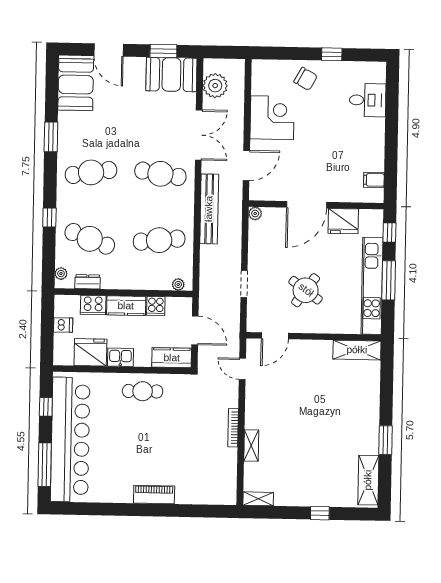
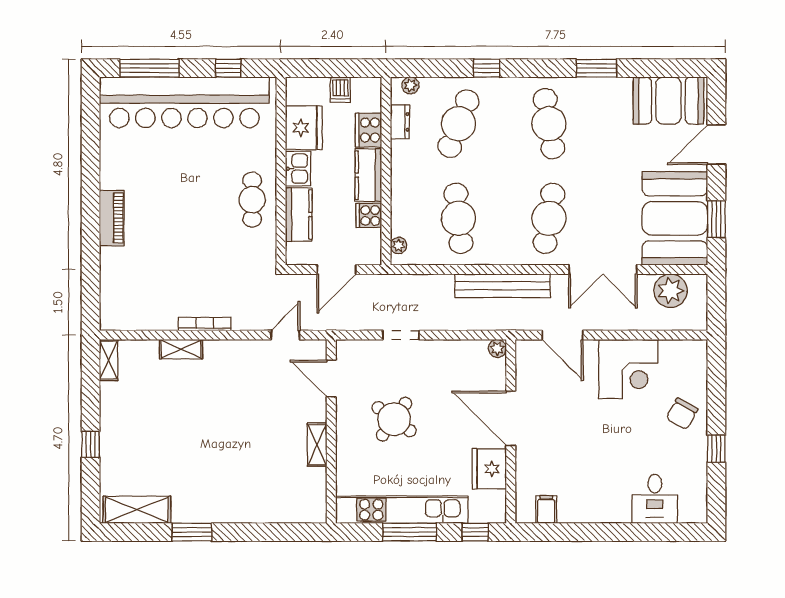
booth: (171, 74) -> (675, 218), width x1.36, depth x1.42
shelving: (357, 350) -> (317, 445), moved, width x0.67, depth x0.75
kitchen counter: (172, 358) -> (299, 214), moved

